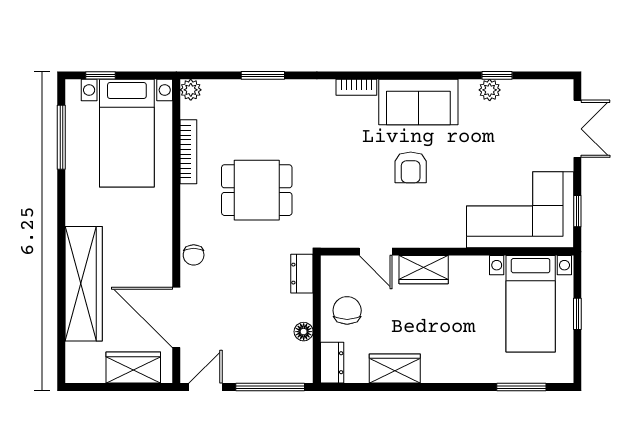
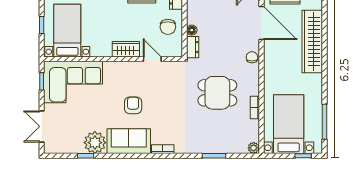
plant: (490, 90) -> (95, 143), width x1.88, depth x1.88
bookcase: (188, 152) -> (255, 107), width x0.64
floor lamp: (304, 332) -> (192, 30), moved

